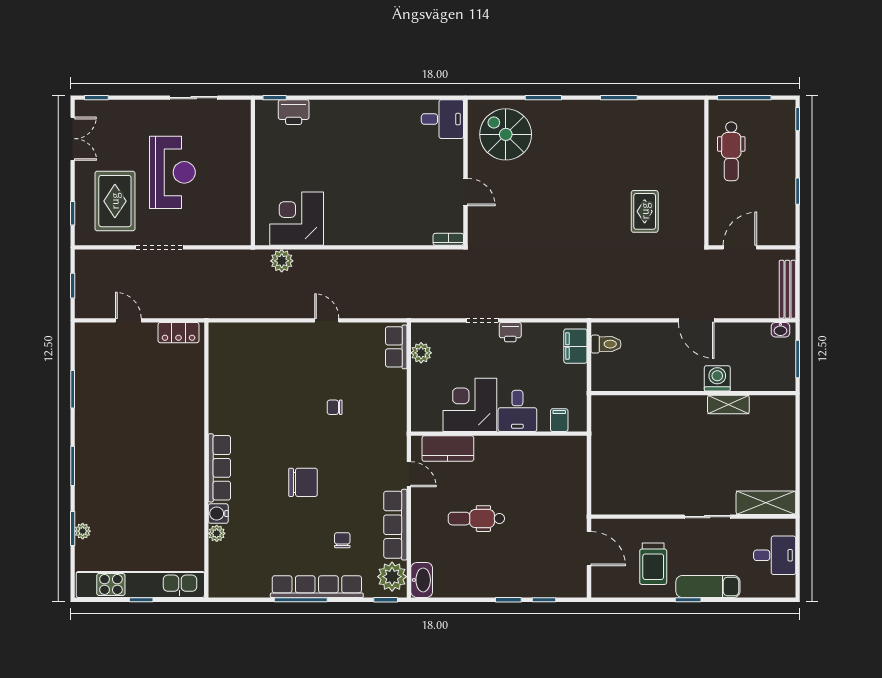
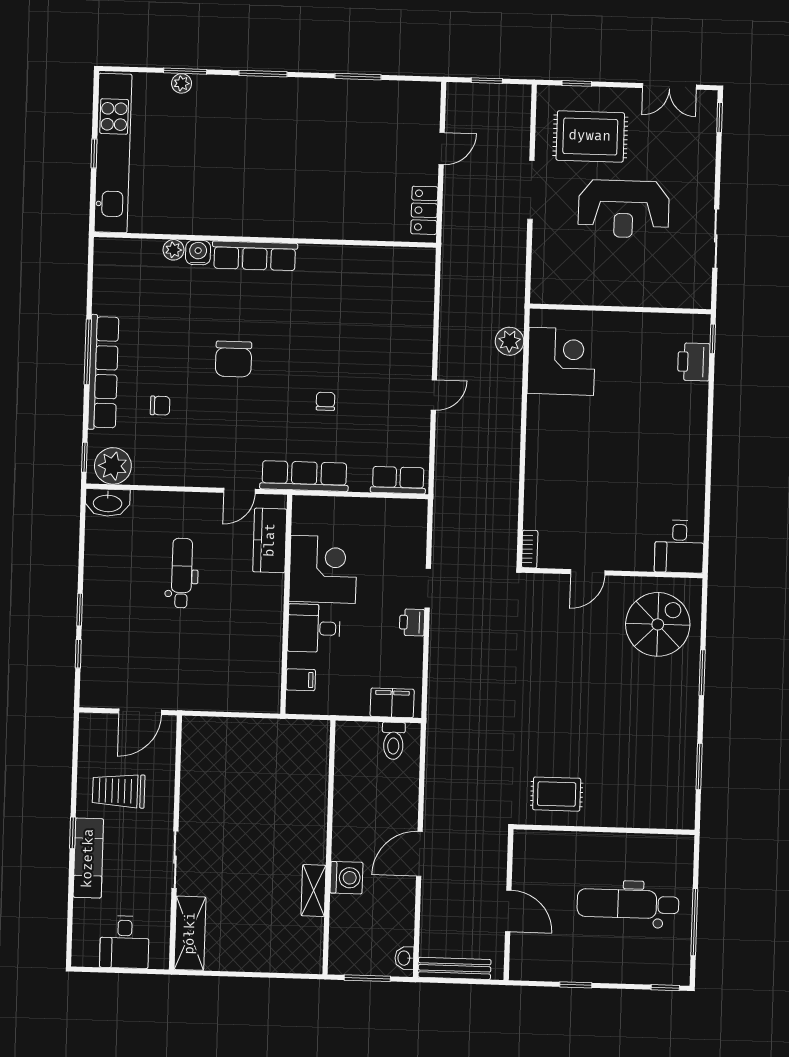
dental chair: (731, 151) -> (628, 904), width x1.36, depth x1.38
wall: (706, 172) -> (604, 830), moved
plant: (421, 353) -> (390, 511), removed
row of seats: (395, 525) -> (304, 476), moved

